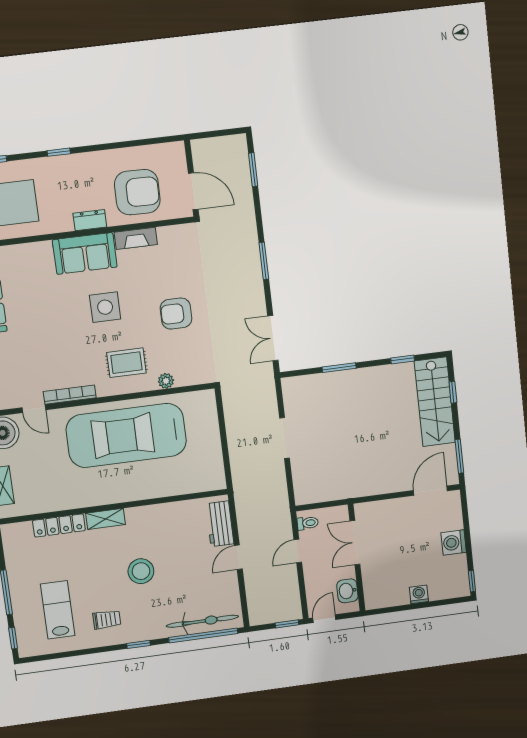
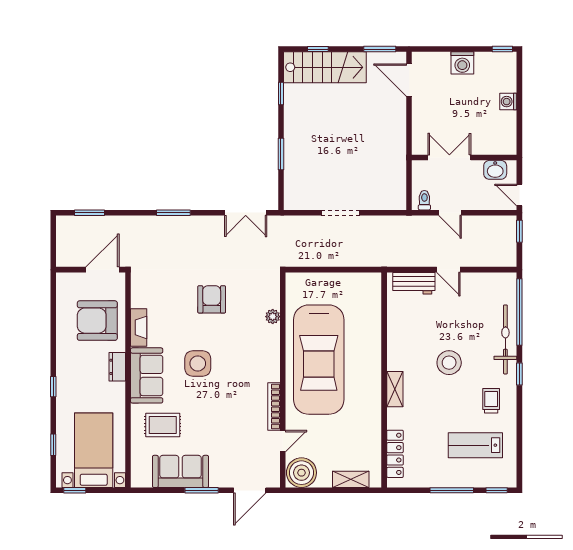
armchair: (137, 192) -> (97, 321), turned -91
armchair: (176, 314) -> (212, 299), turned 180
rug: (126, 363) -> (163, 425), moved, turned 90
locker: (59, 525) -> (395, 454), moved
double door: (355, 543) -> (449, 158), swing flipped
bicycle: (202, 621) -> (505, 339), moved

